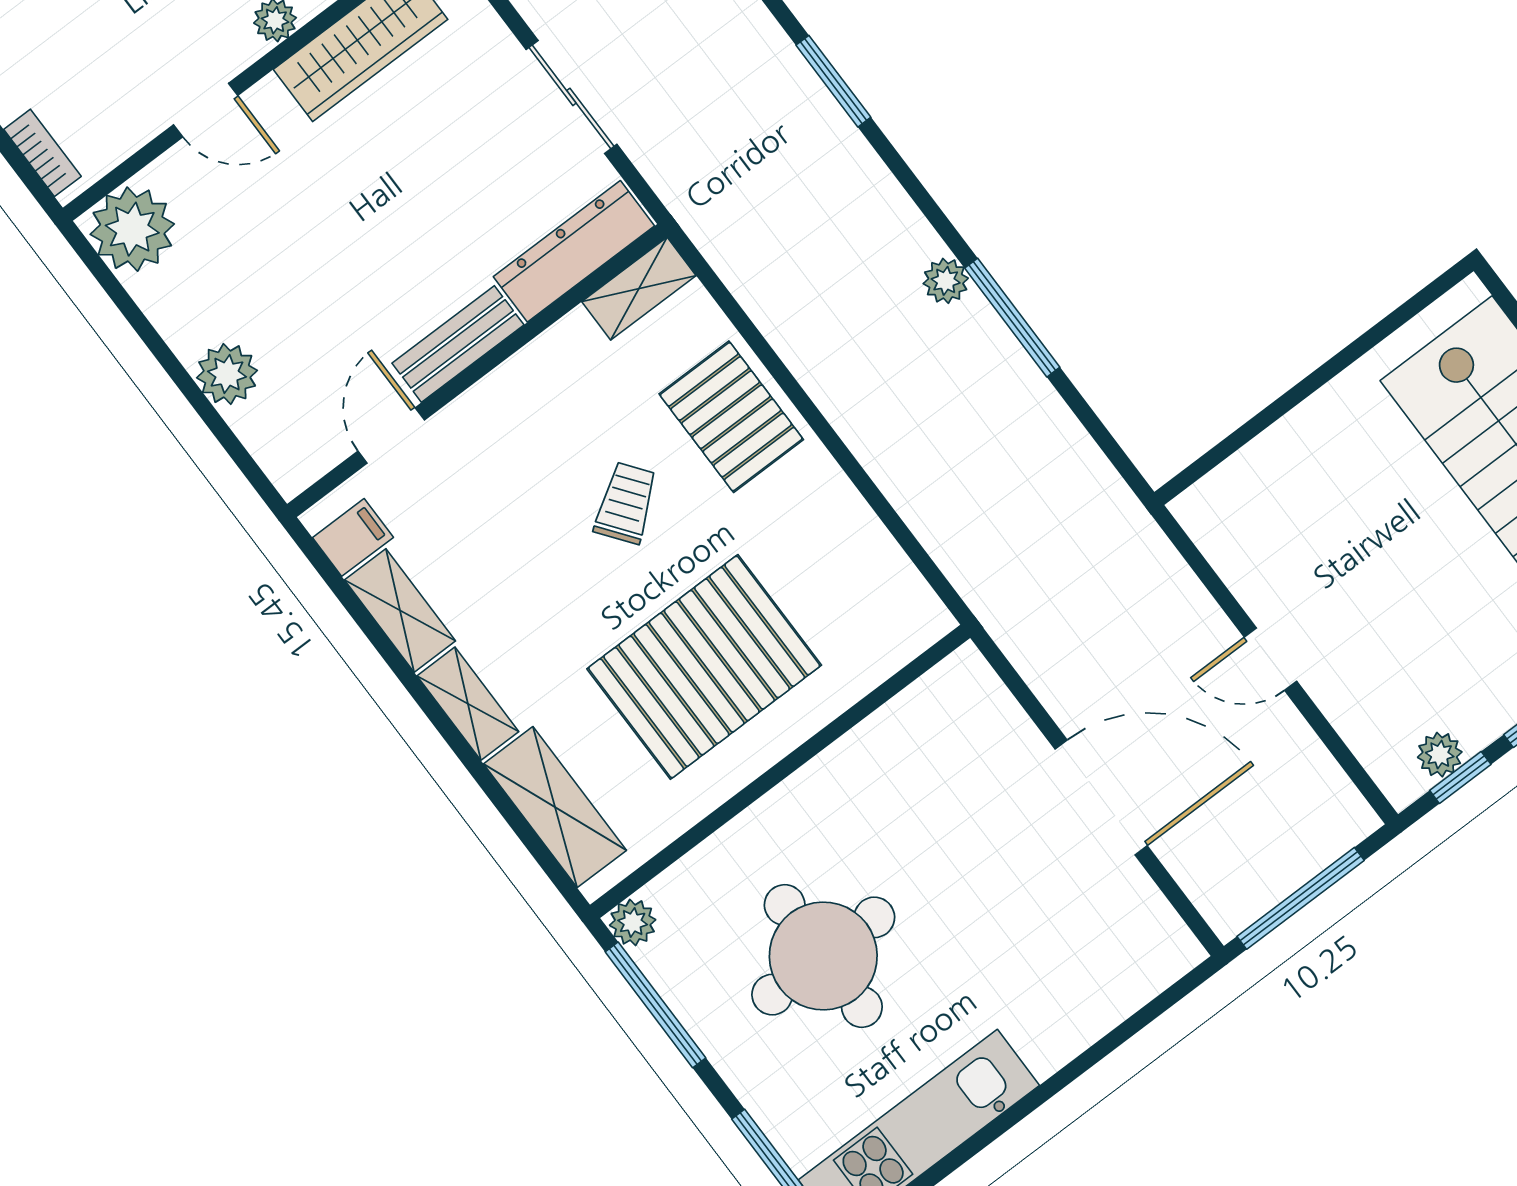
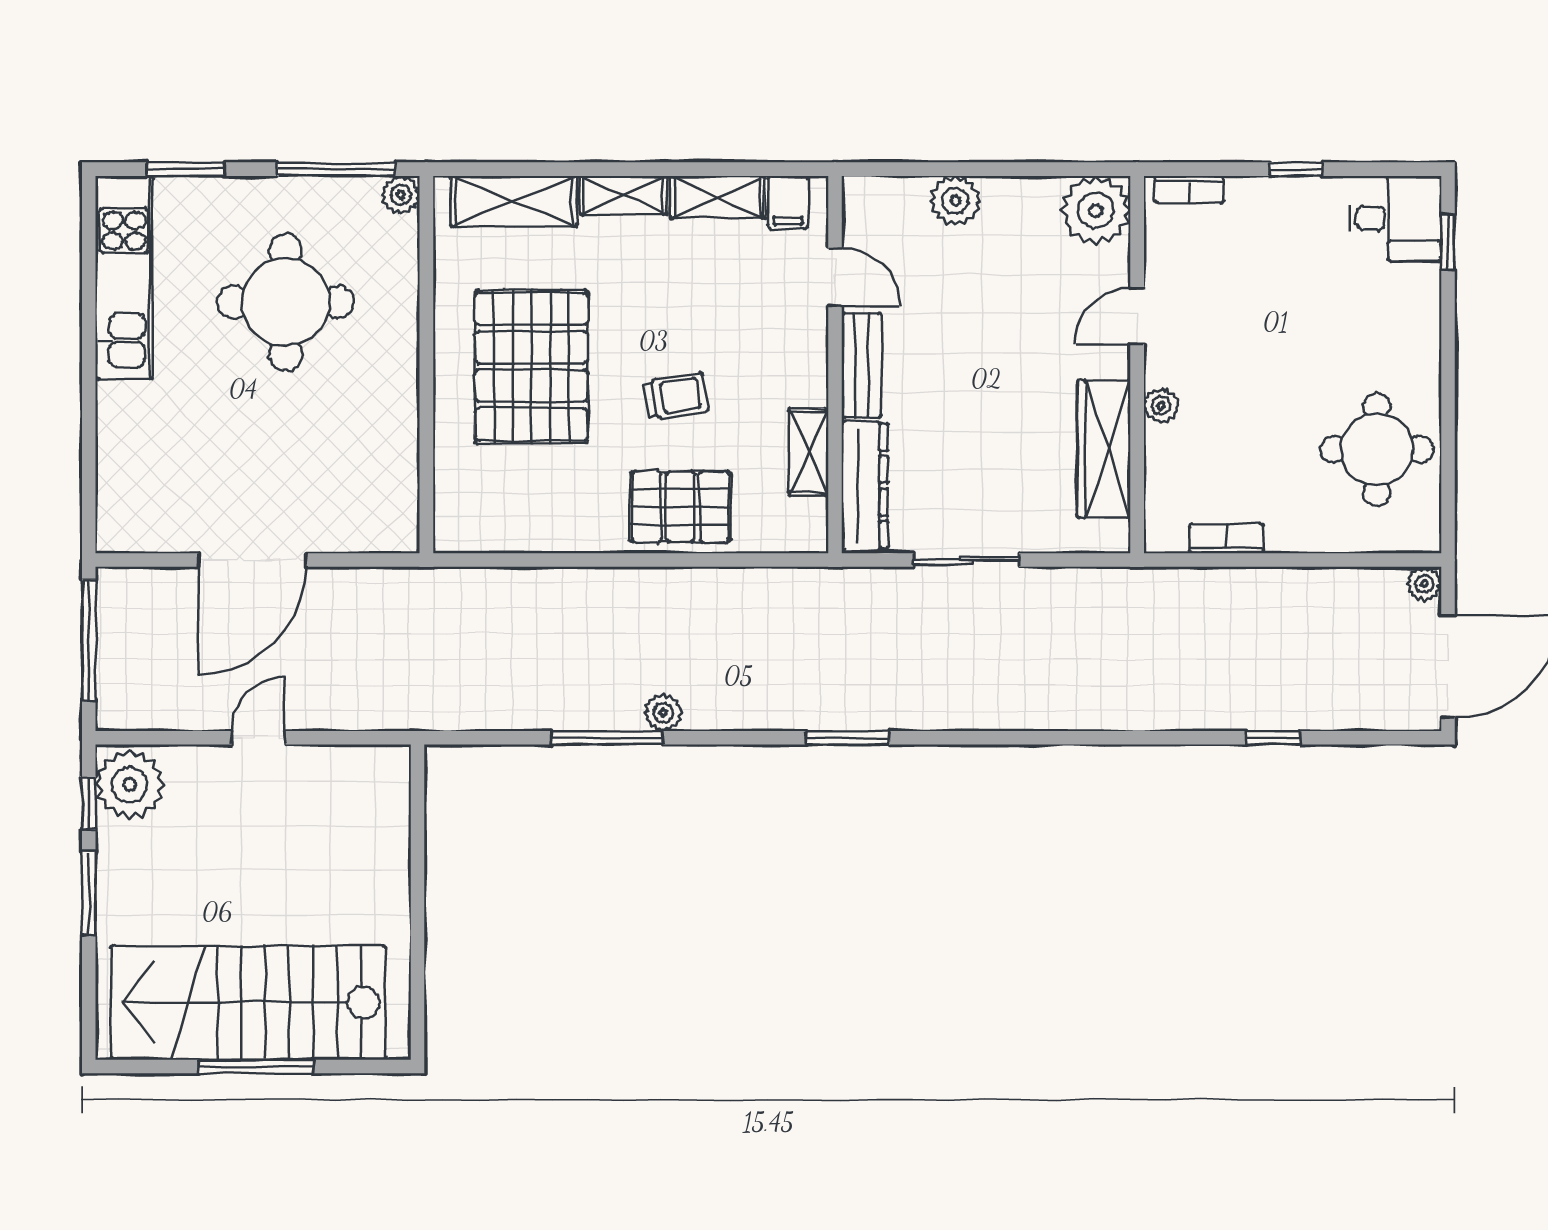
shelving: (639, 289) -> (809, 452), moved
trolley: (626, 503) -> (676, 396), turned -62
plant: (1440, 755) -> (130, 785), width x1.88, depth x1.88

